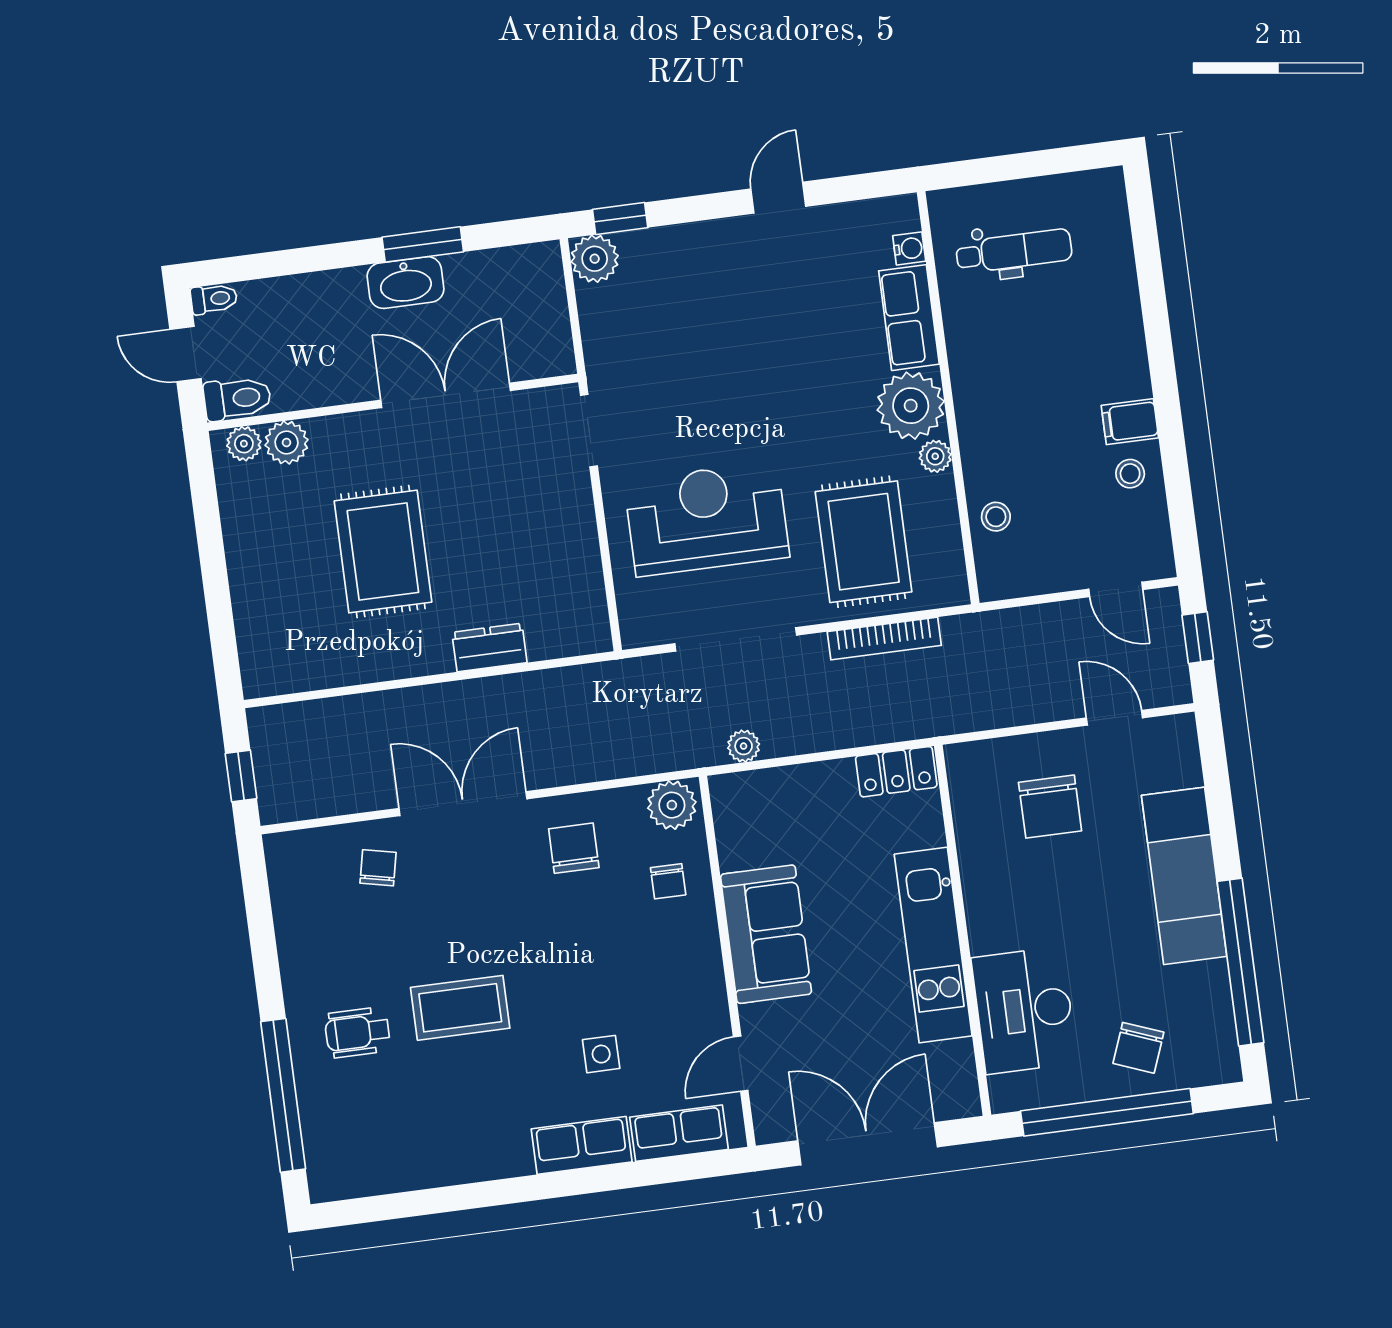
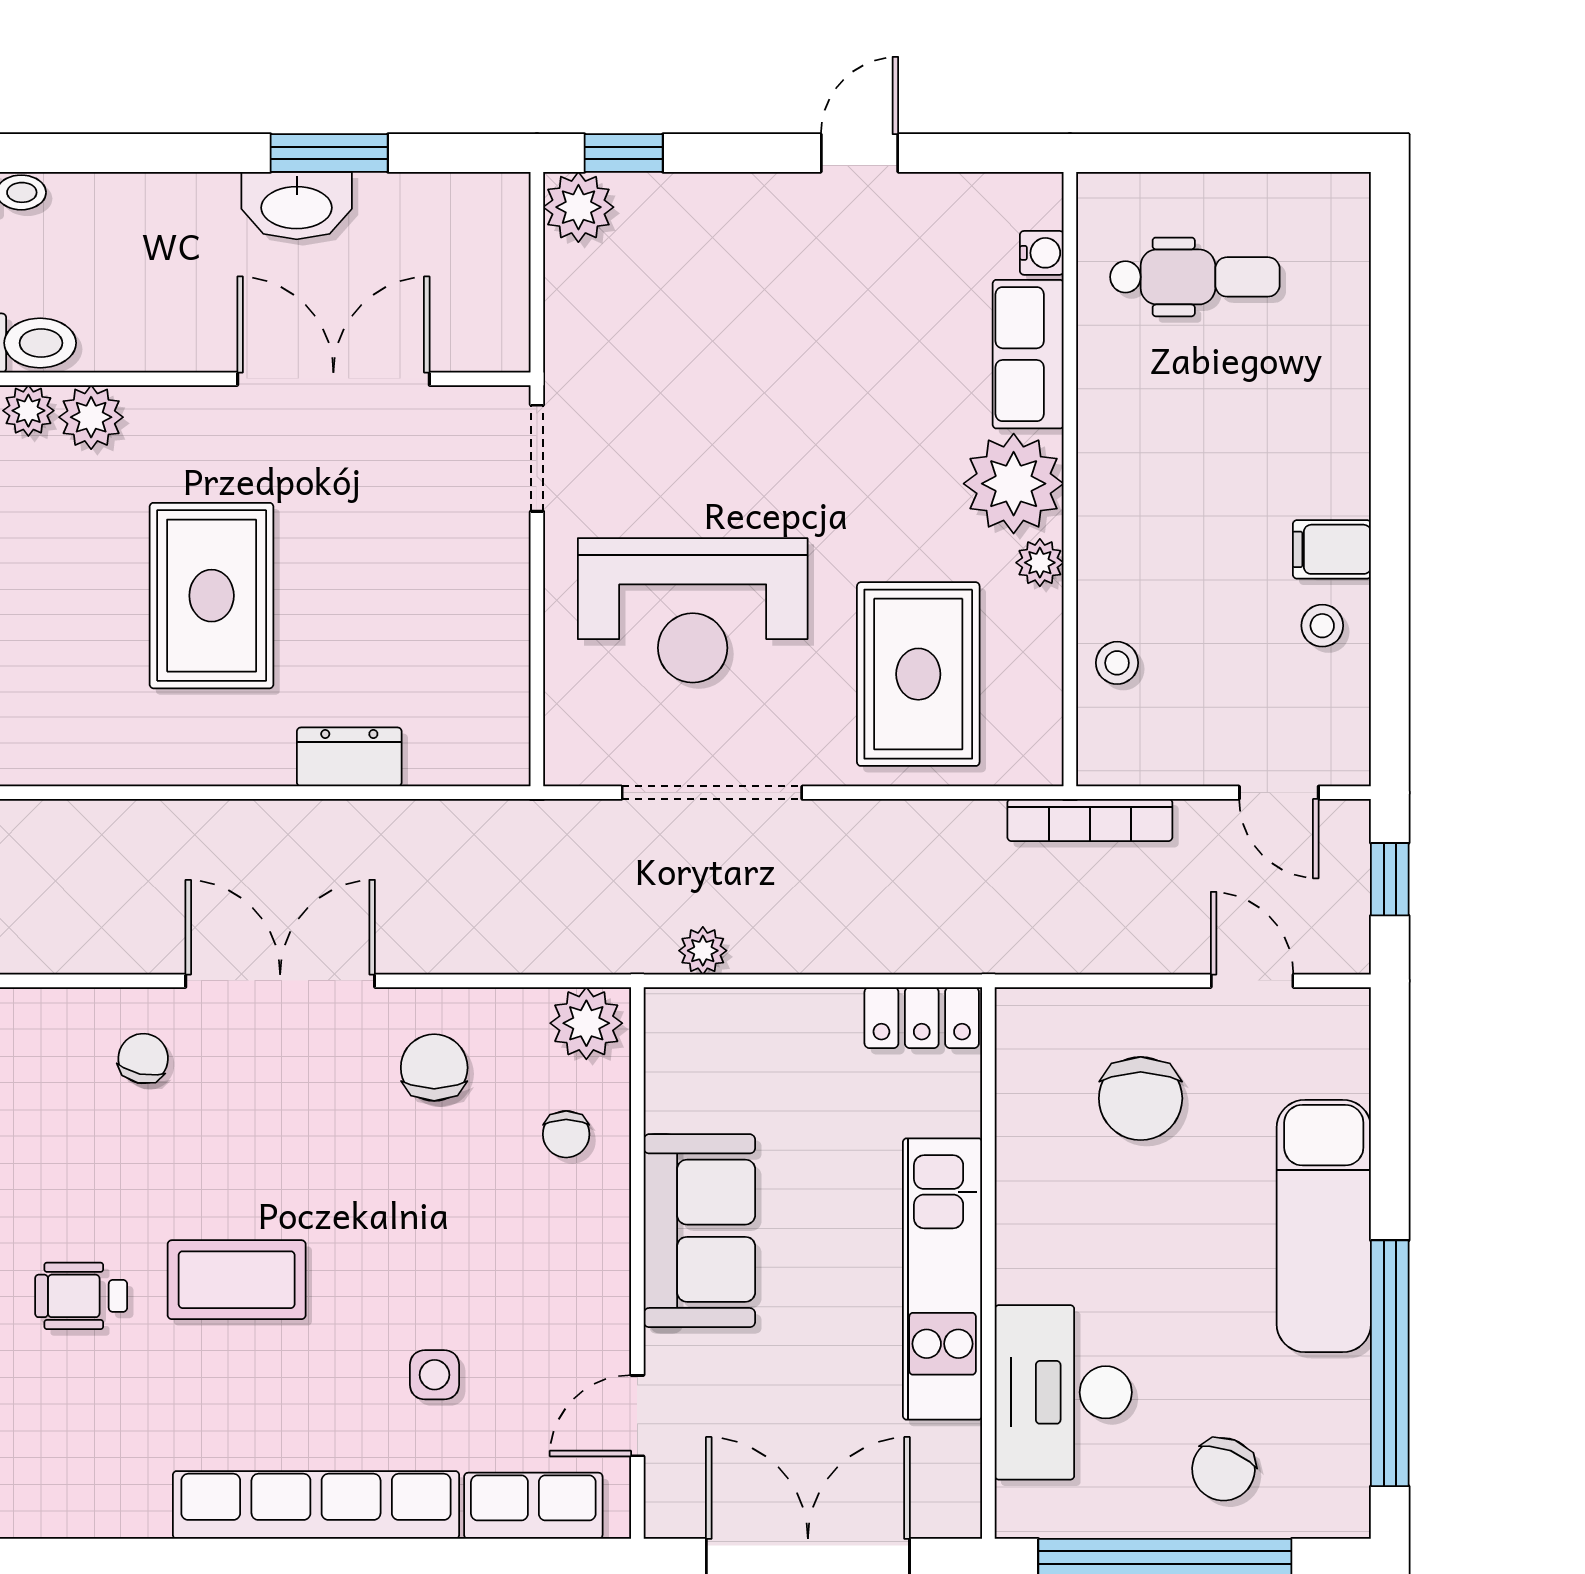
reception desk: (707, 519) -> (693, 610), turned 180
bookcase: (884, 639) -> (1090, 820), moved
row of seats: (582, 1145) -> (316, 1505), width x2.02

